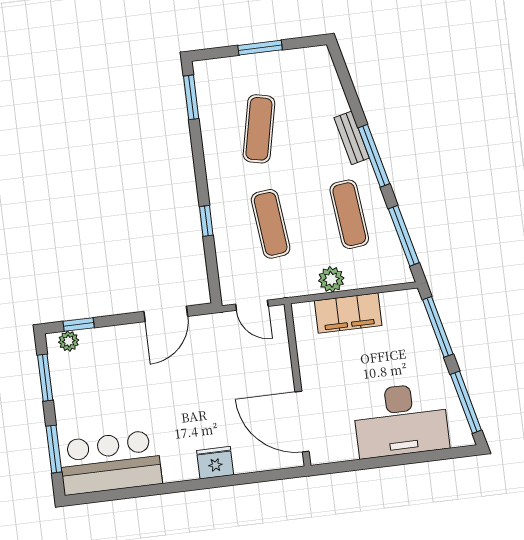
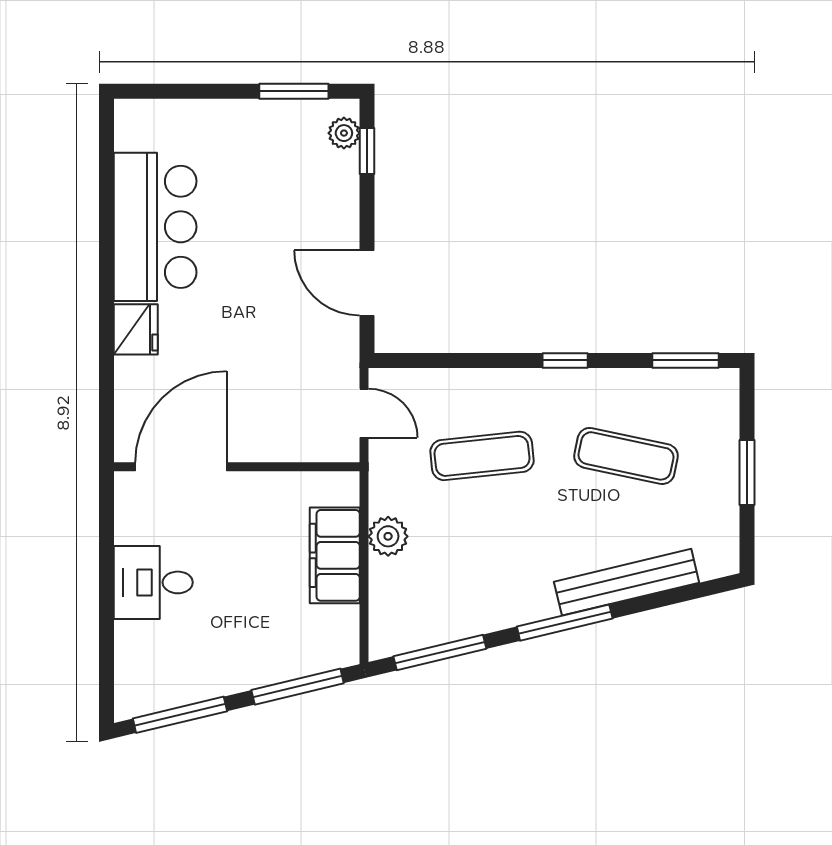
bench: (352, 138) -> (627, 582), width x1.86, depth x1.21
exercise mat: (349, 214) -> (482, 575), removed
window: (206, 221) -> (565, 360), moved
door: (252, 305) -> (364, 413), swing flipped
desk: (401, 420) -> (153, 582), width x0.53, depth x0.77
window: (54, 449) -> (186, 91), removed
bar counter: (110, 463) -> (155, 227), moved

